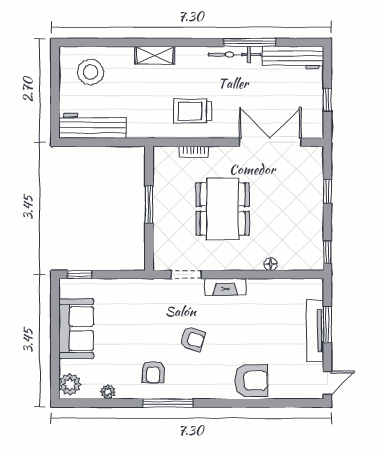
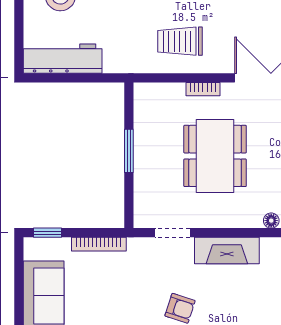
bookcase: (194, 152) -> (203, 89), moved
bookcase: (123, 284) -> (99, 244), added
fireplace: (225, 287) -> (227, 250), width x1.37, depth x1.32

